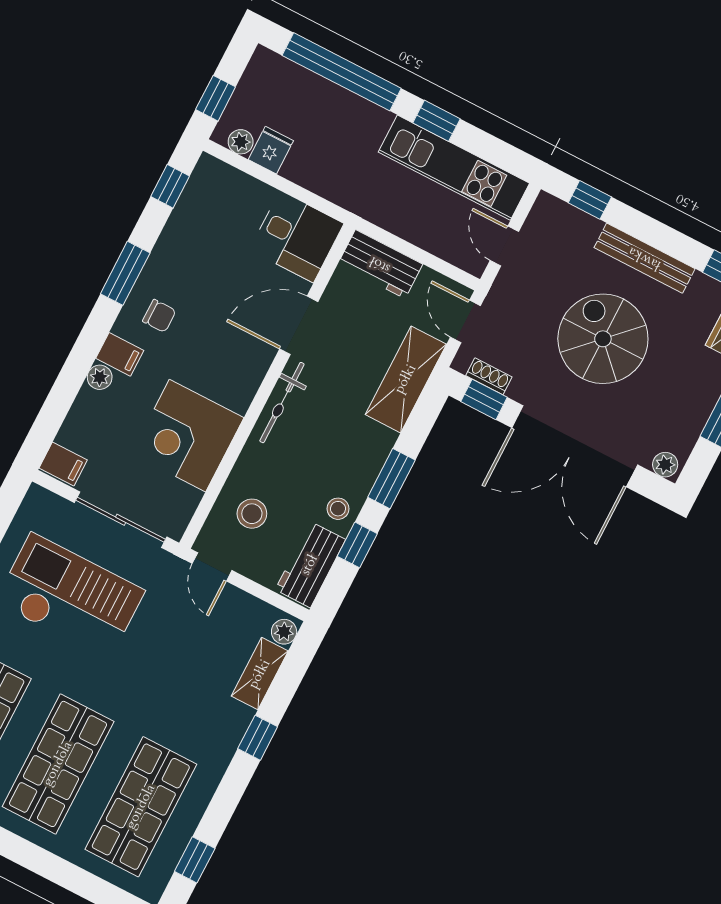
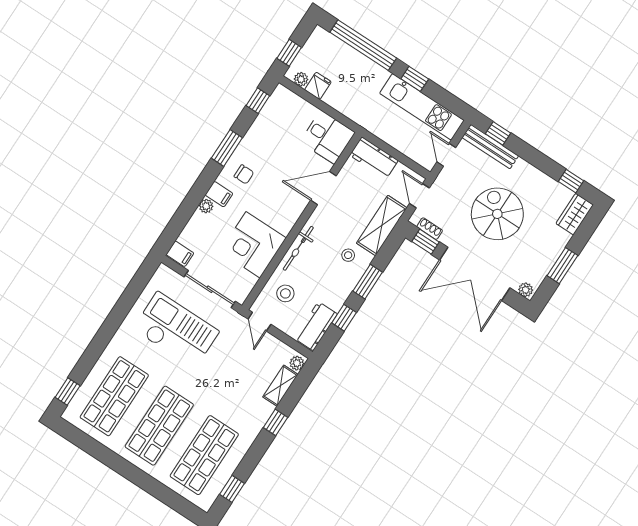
bench: (645, 258) -> (490, 147), moved
bicycle: (282, 403) -> (298, 248), moved
stool: (338, 509) -> (348, 255), moved

